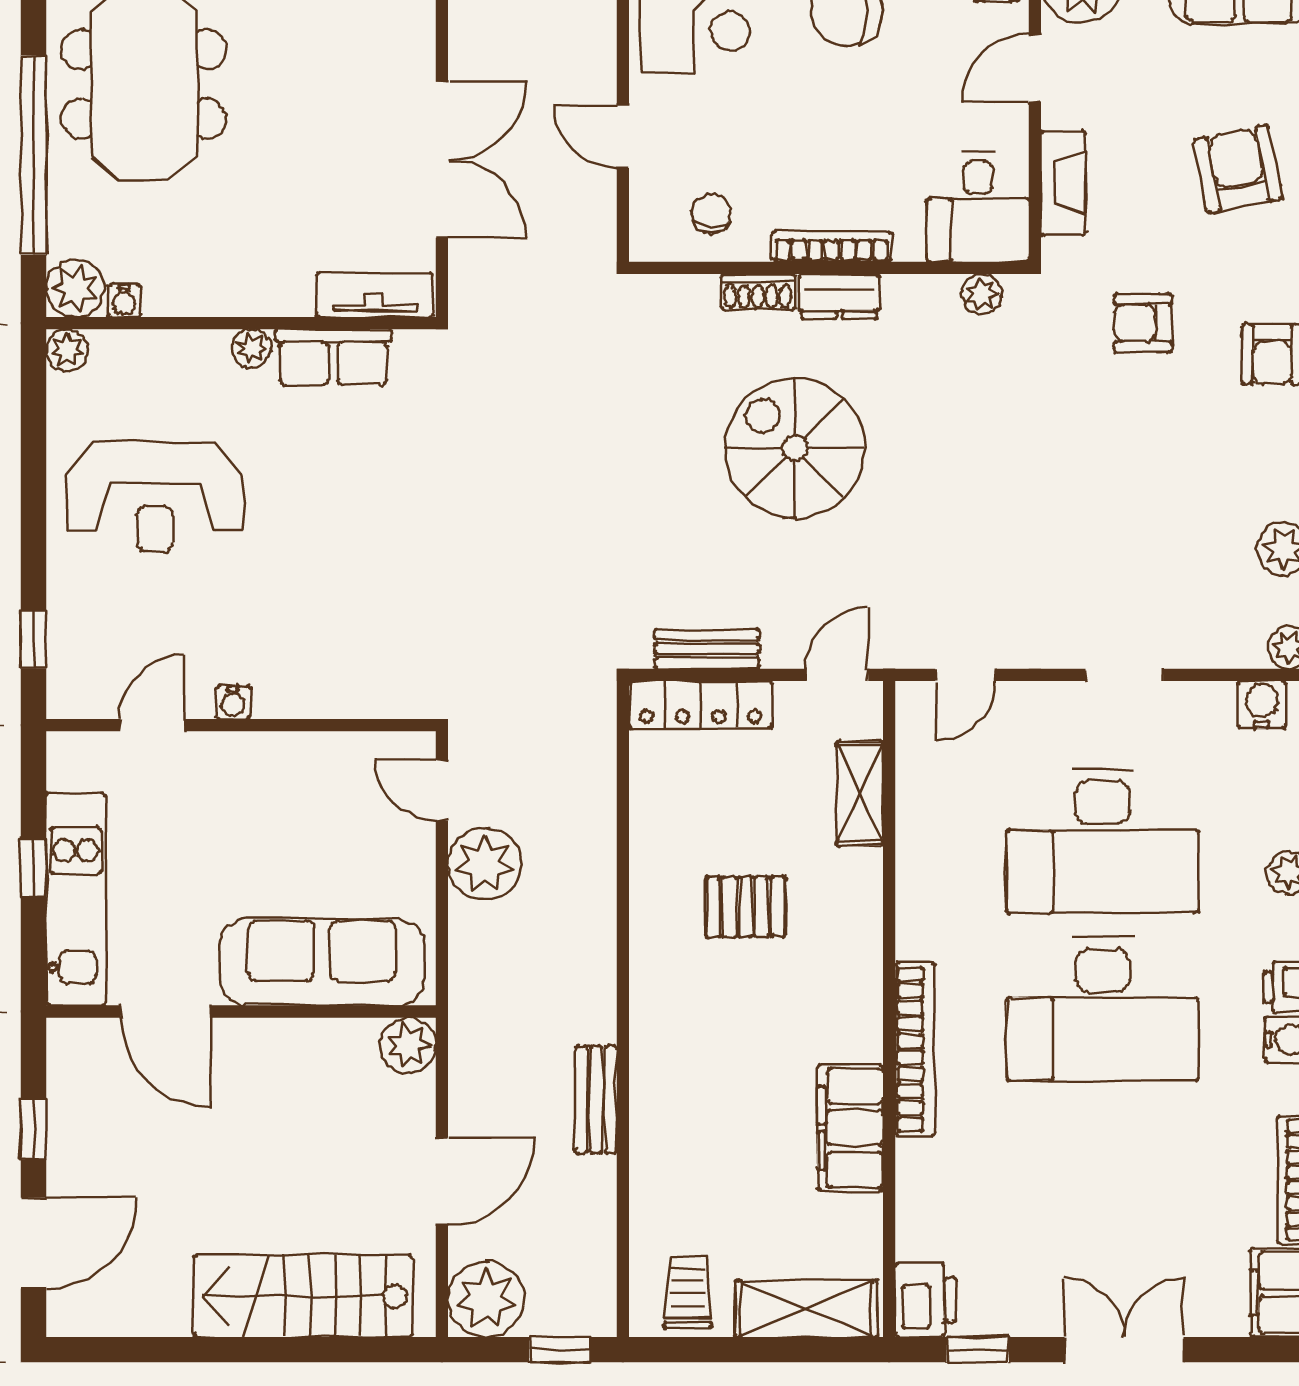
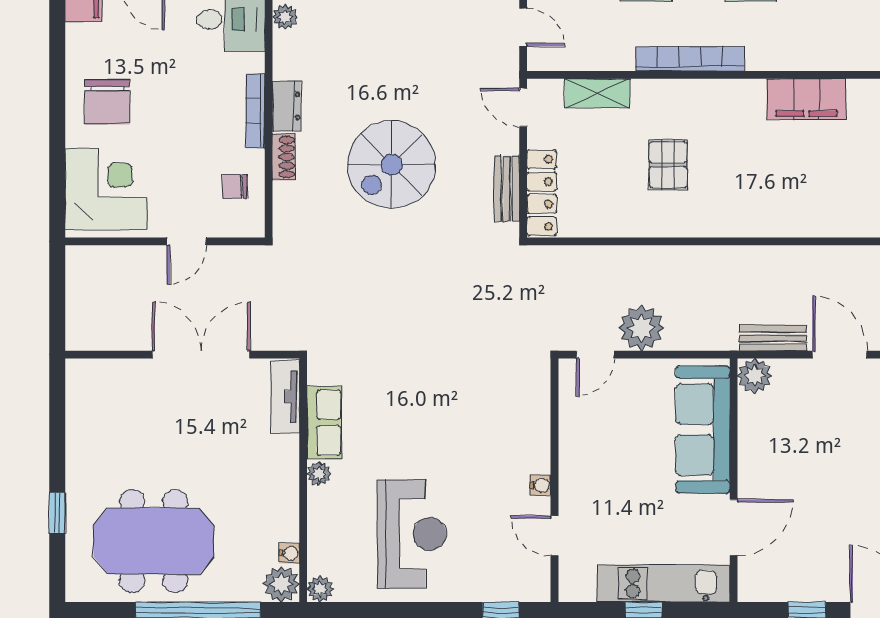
spiral stairs: (795, 448) -> (392, 165), moved
bookcase: (915, 1049) -> (690, 59), moved
bench: (596, 1100) -> (773, 338), moved

